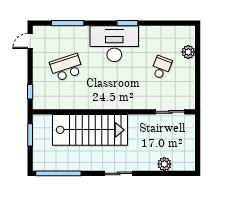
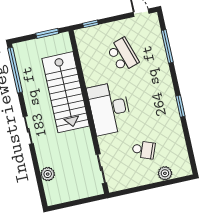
desk: (114, 44) -> (109, 108), moved, turned 180

